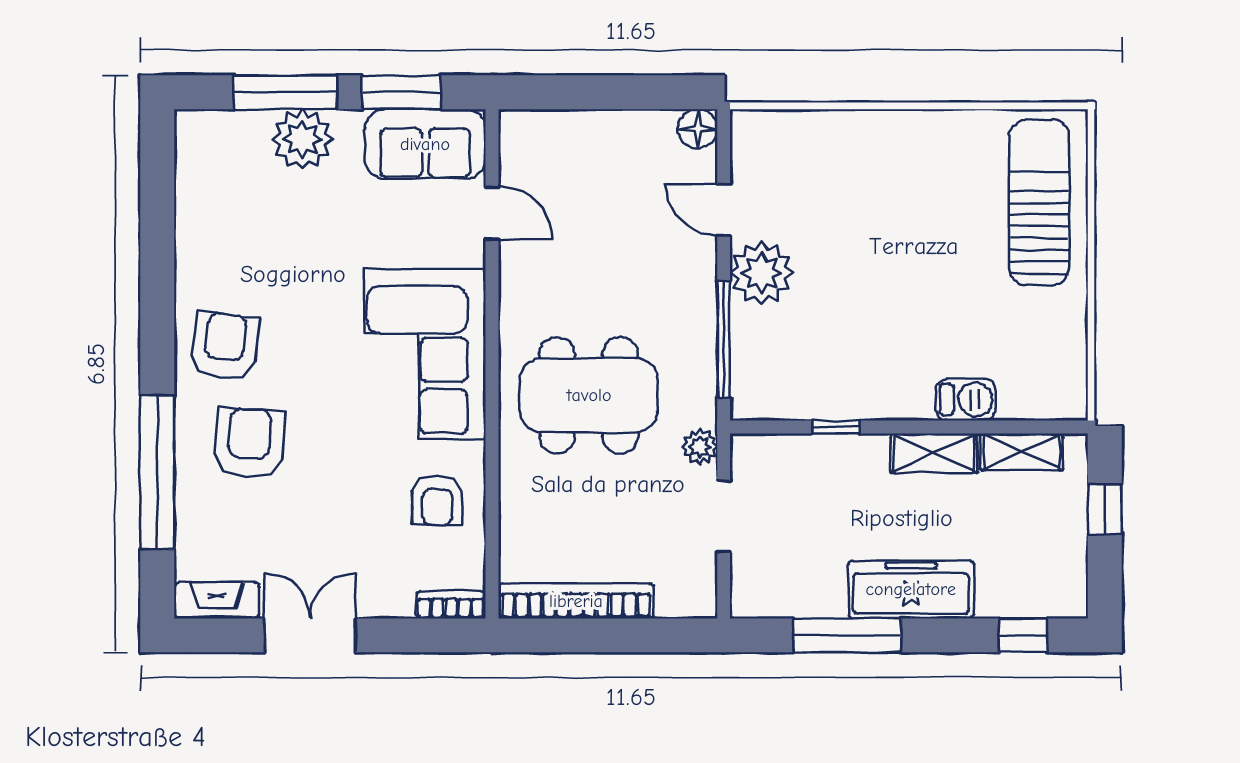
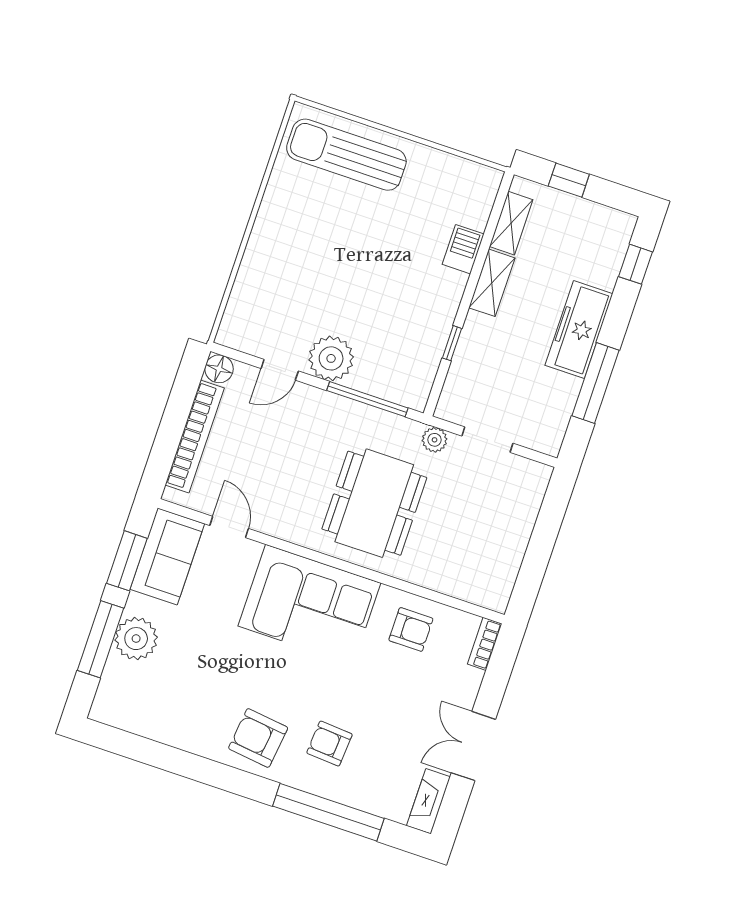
door: (492, 213) -> (229, 527), hinge flipped
armchair: (249, 443) -> (330, 744), width x0.72, depth x0.72
bookcase: (576, 601) -> (195, 436), moved, turned 180

